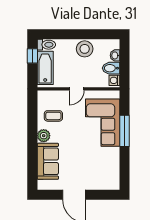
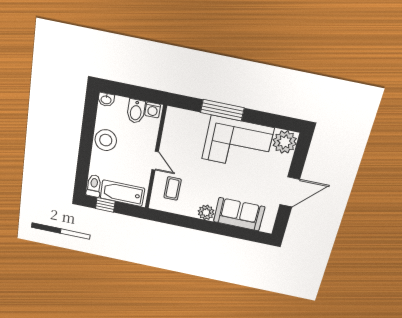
washbasin: (115, 55) -> (106, 100), moved
coffee table: (53, 116) -> (173, 188), moved
corner sofa: (103, 123) -> (238, 143), moved
plant: (111, 181) -> (285, 142), added

